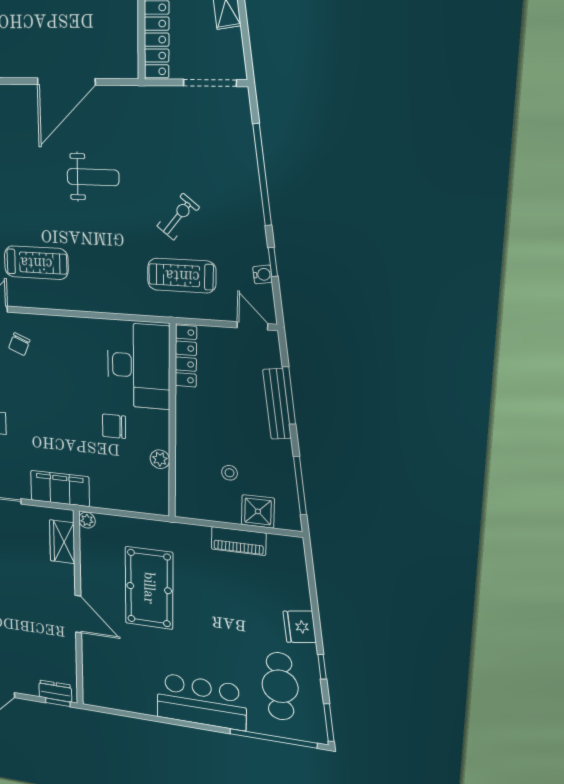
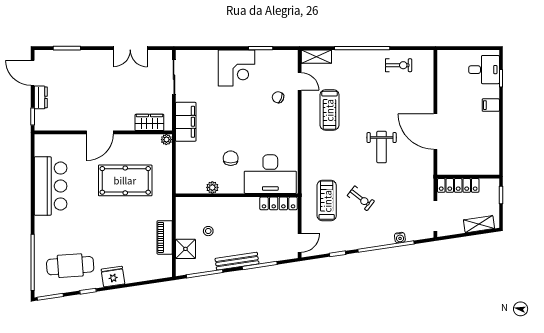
water cooler: (262, 274) -> (400, 238), moved
bench: (277, 404) -> (237, 261), moved
dresser: (55, 691) -> (41, 97), moved
bar counter: (201, 702) -> (51, 186), moved

